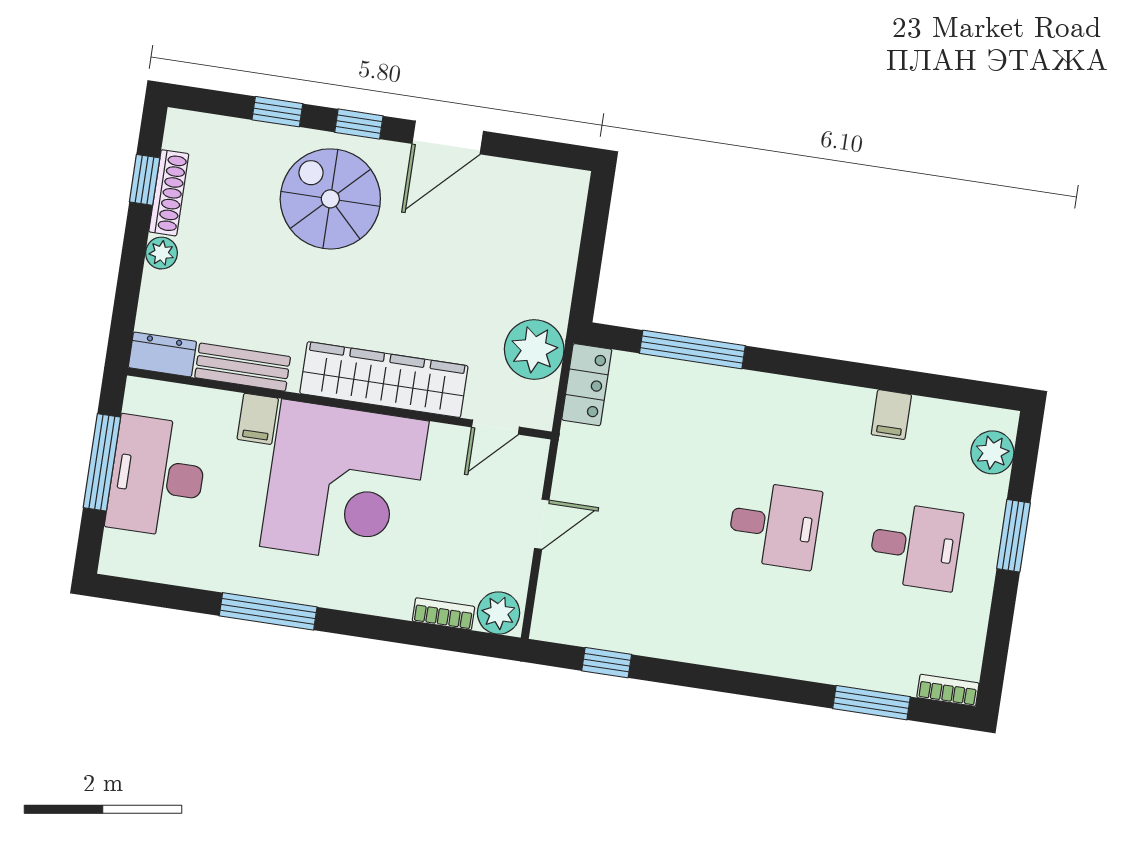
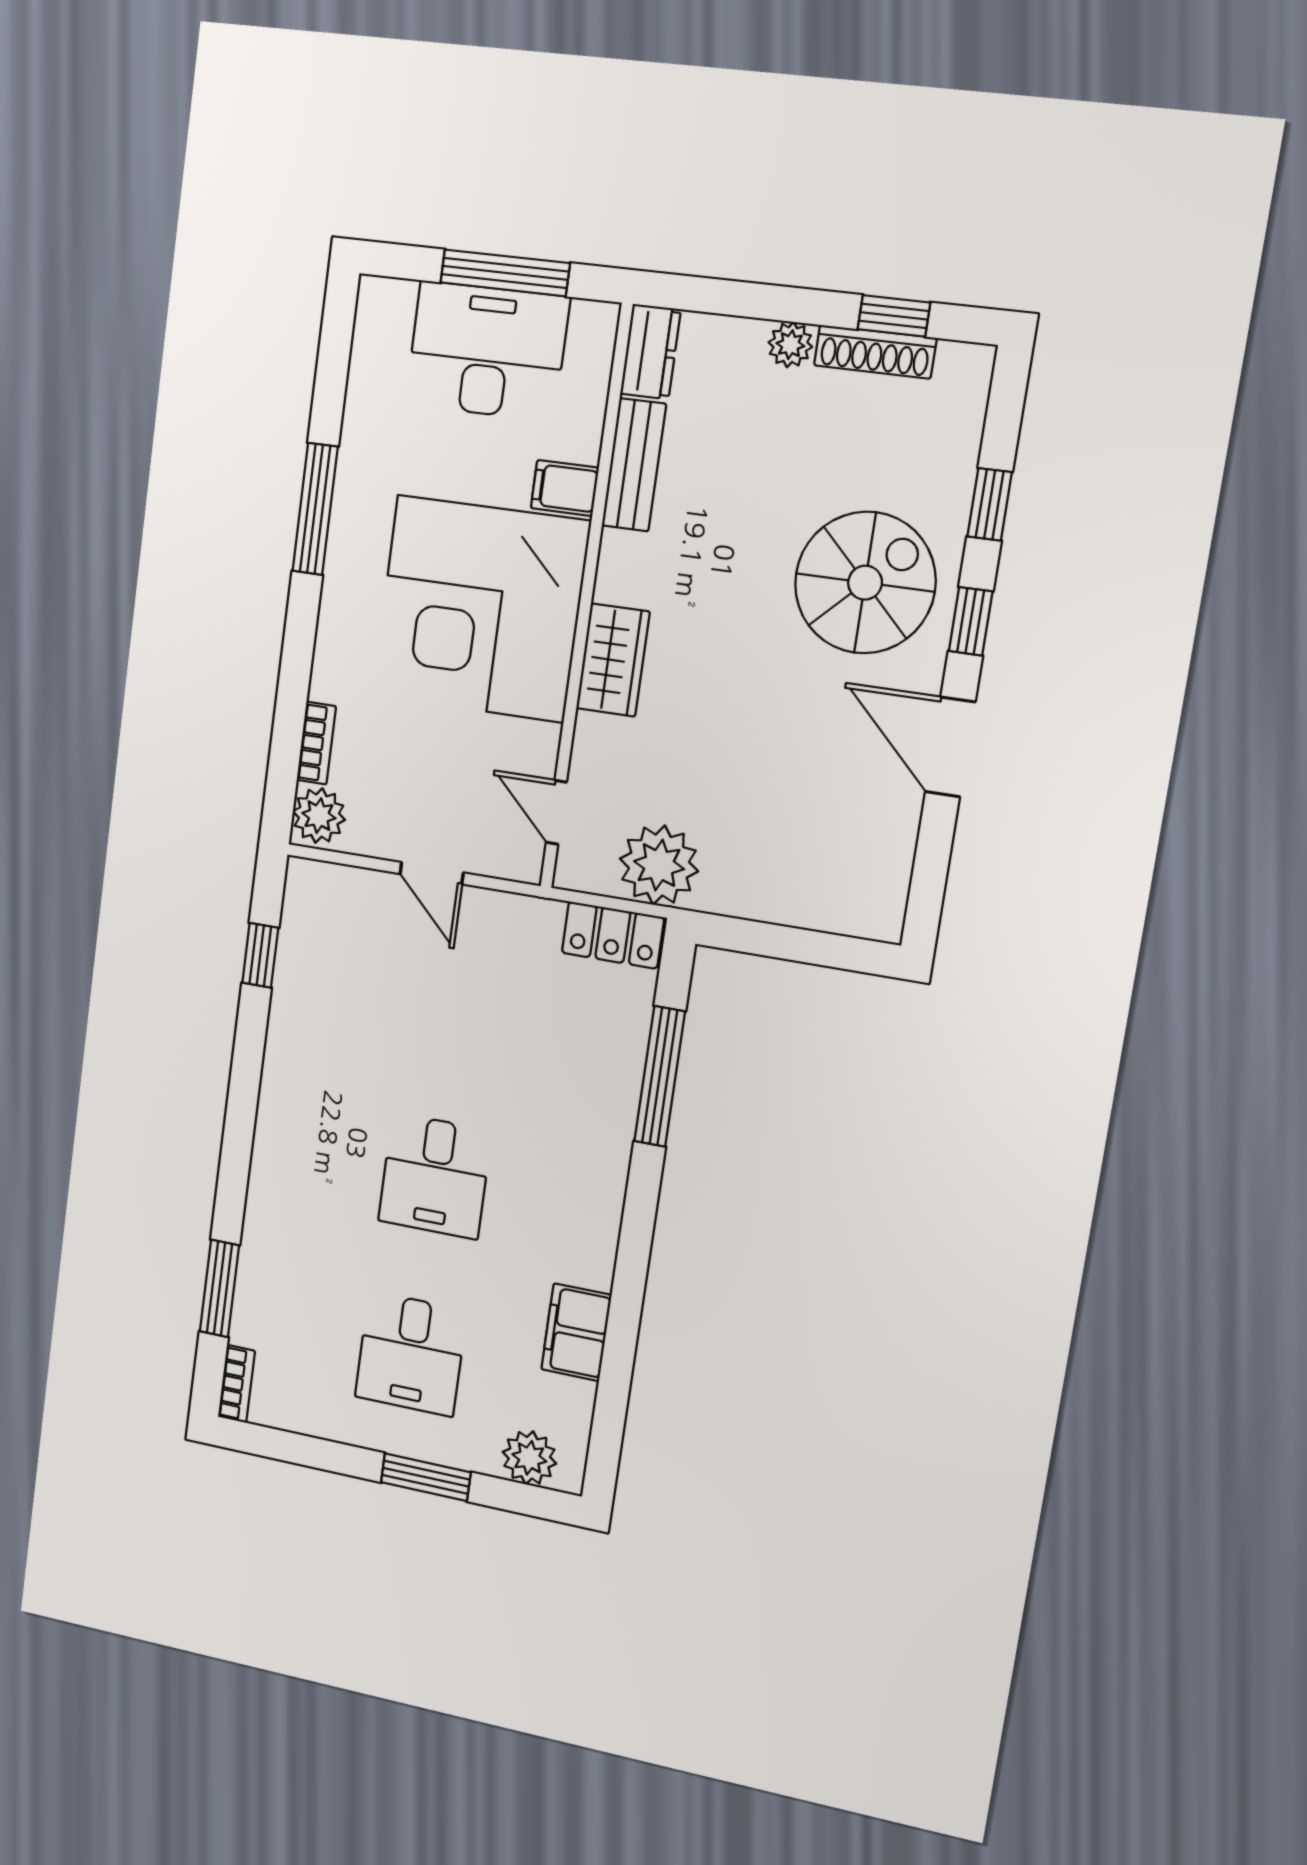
wardrobe: (384, 380) -> (613, 660), width x0.48, depth x0.85
filing cabinet: (891, 415) -> (576, 1332), width x2.00

